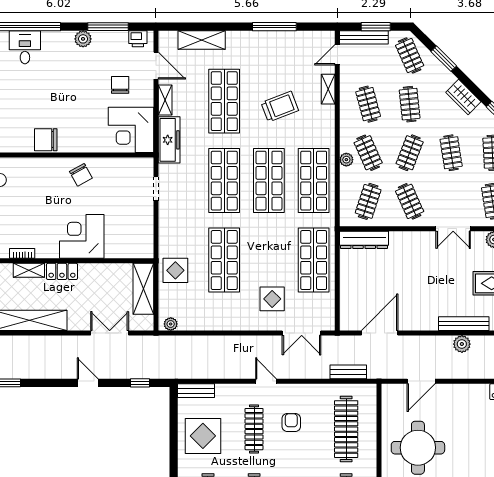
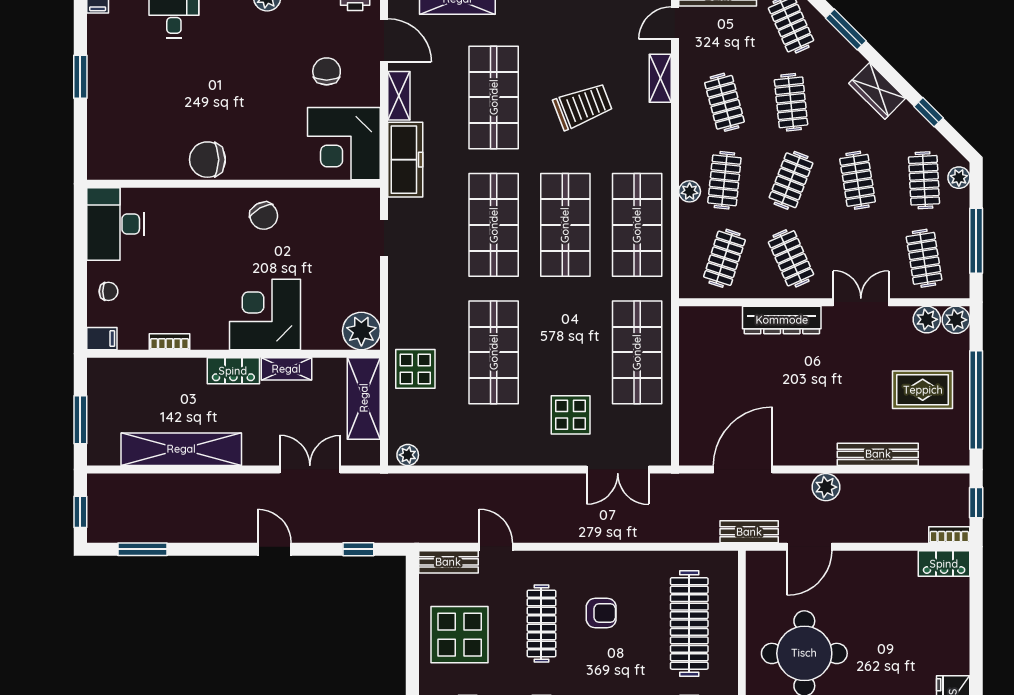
clothes rail: (368, 153) -> (724, 180), turned 30
double door: (453, 229) -> (861, 302), swing flipped
dresser: (364, 240) -> (782, 320), moved
plant: (142, 247) -> (361, 331), added
shelving: (29, 270) -> (286, 369), moved
plant: (462, 344) -> (826, 487), moved
bench: (348, 372) -> (749, 532), moved
door: (266, 381) -> (496, 547), moved
armchair: (291, 422) -> (601, 613), turned 90

